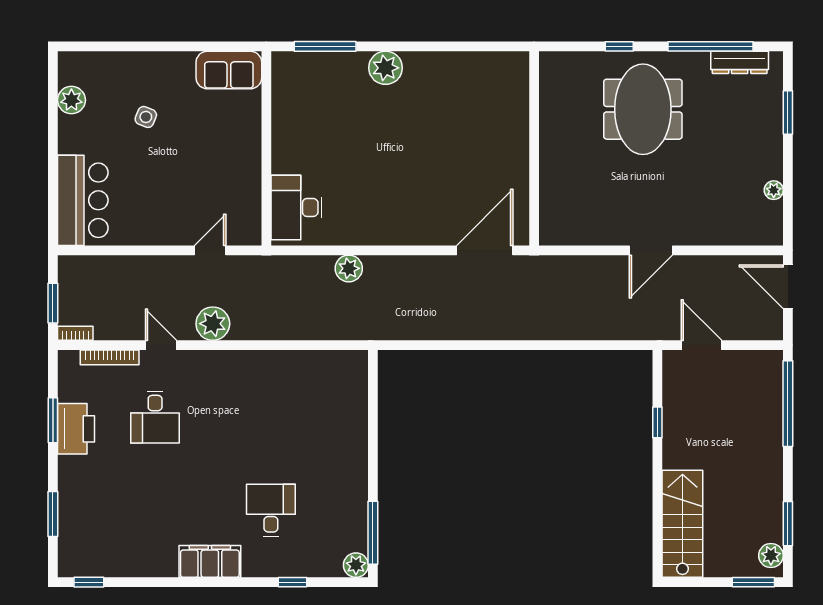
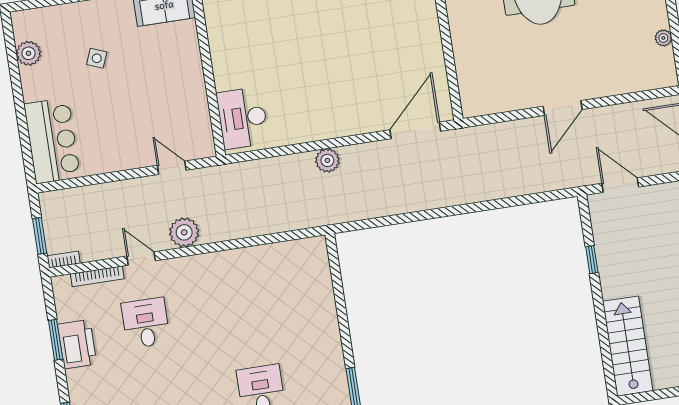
door: (210, 250) -> (172, 168), hinge flipped
plant: (349, 268) -> (327, 160), moved
desk: (155, 417) -> (146, 323), turned 180

